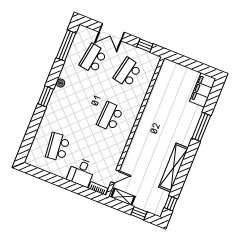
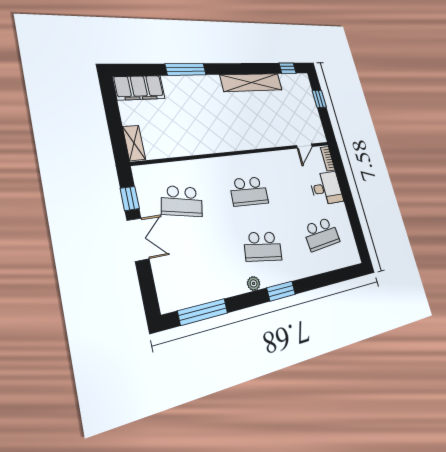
double door: (112, 32) -> (138, 239), moved
school desk: (93, 59) -> (263, 246), moved
door: (115, 176) -> (304, 146), swing flipped
shelving: (123, 197) -> (134, 143), moved

